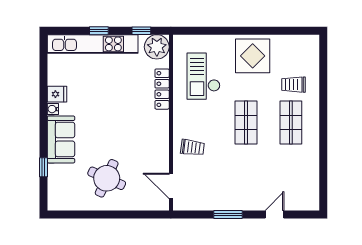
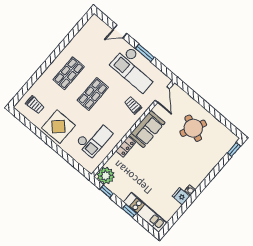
kitchen unit: (93, 44) -> (145, 212), width x0.73
trolley: (294, 85) -> (35, 105), moved
locker: (162, 89) -> (126, 147), width x0.66
sofa: (61, 139) -> (147, 129), moved, turned 180
window: (43, 167) -> (234, 150), moved
checkout: (224, 188) -> (135, 69), added

